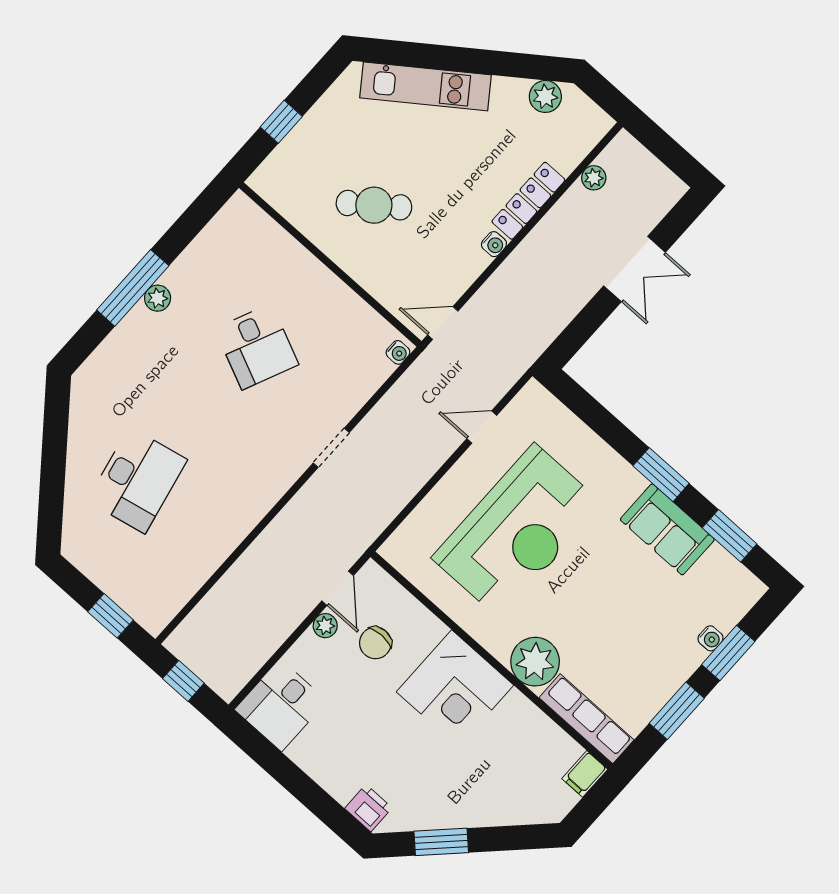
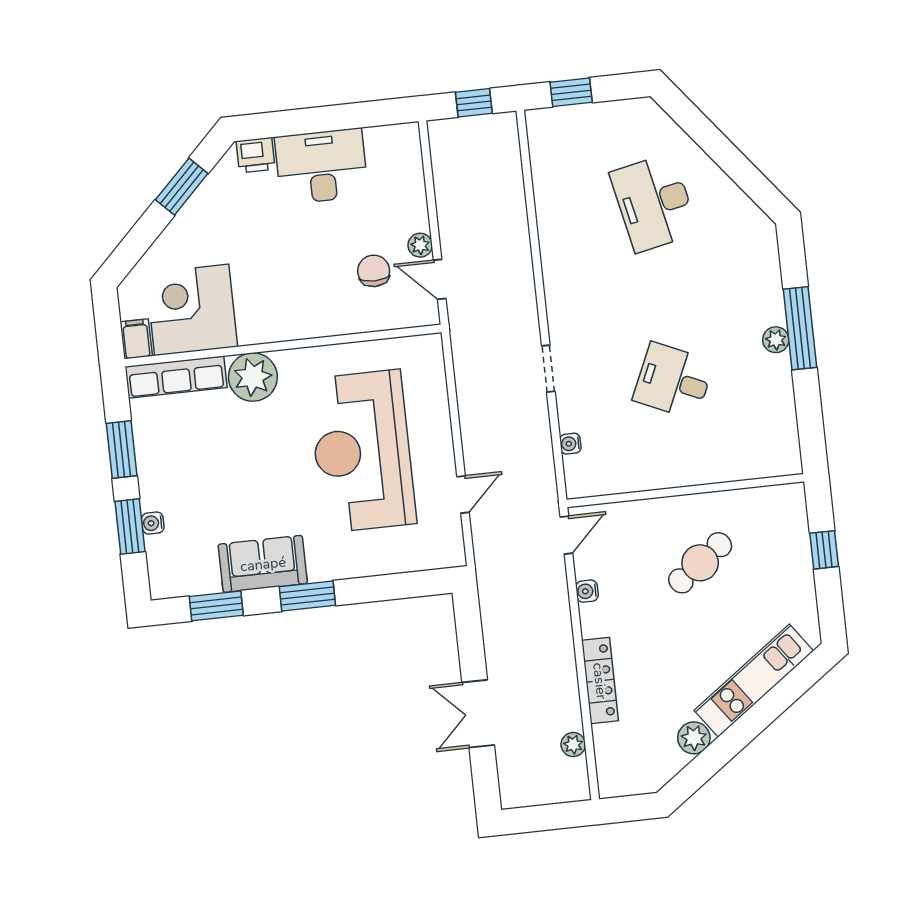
plant: (545, 96) -> (694, 738), moved
water cooler: (494, 244) -> (587, 591), moved
water cooler: (398, 352) -> (570, 444), moved
corner desk: (455, 689) -> (192, 310), moved
desk: (281, 705) -> (321, 166), moved, width x1.37

